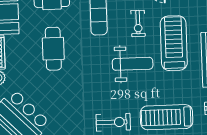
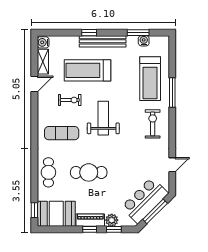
weight bench: (133, 64) -> (103, 118), moved

